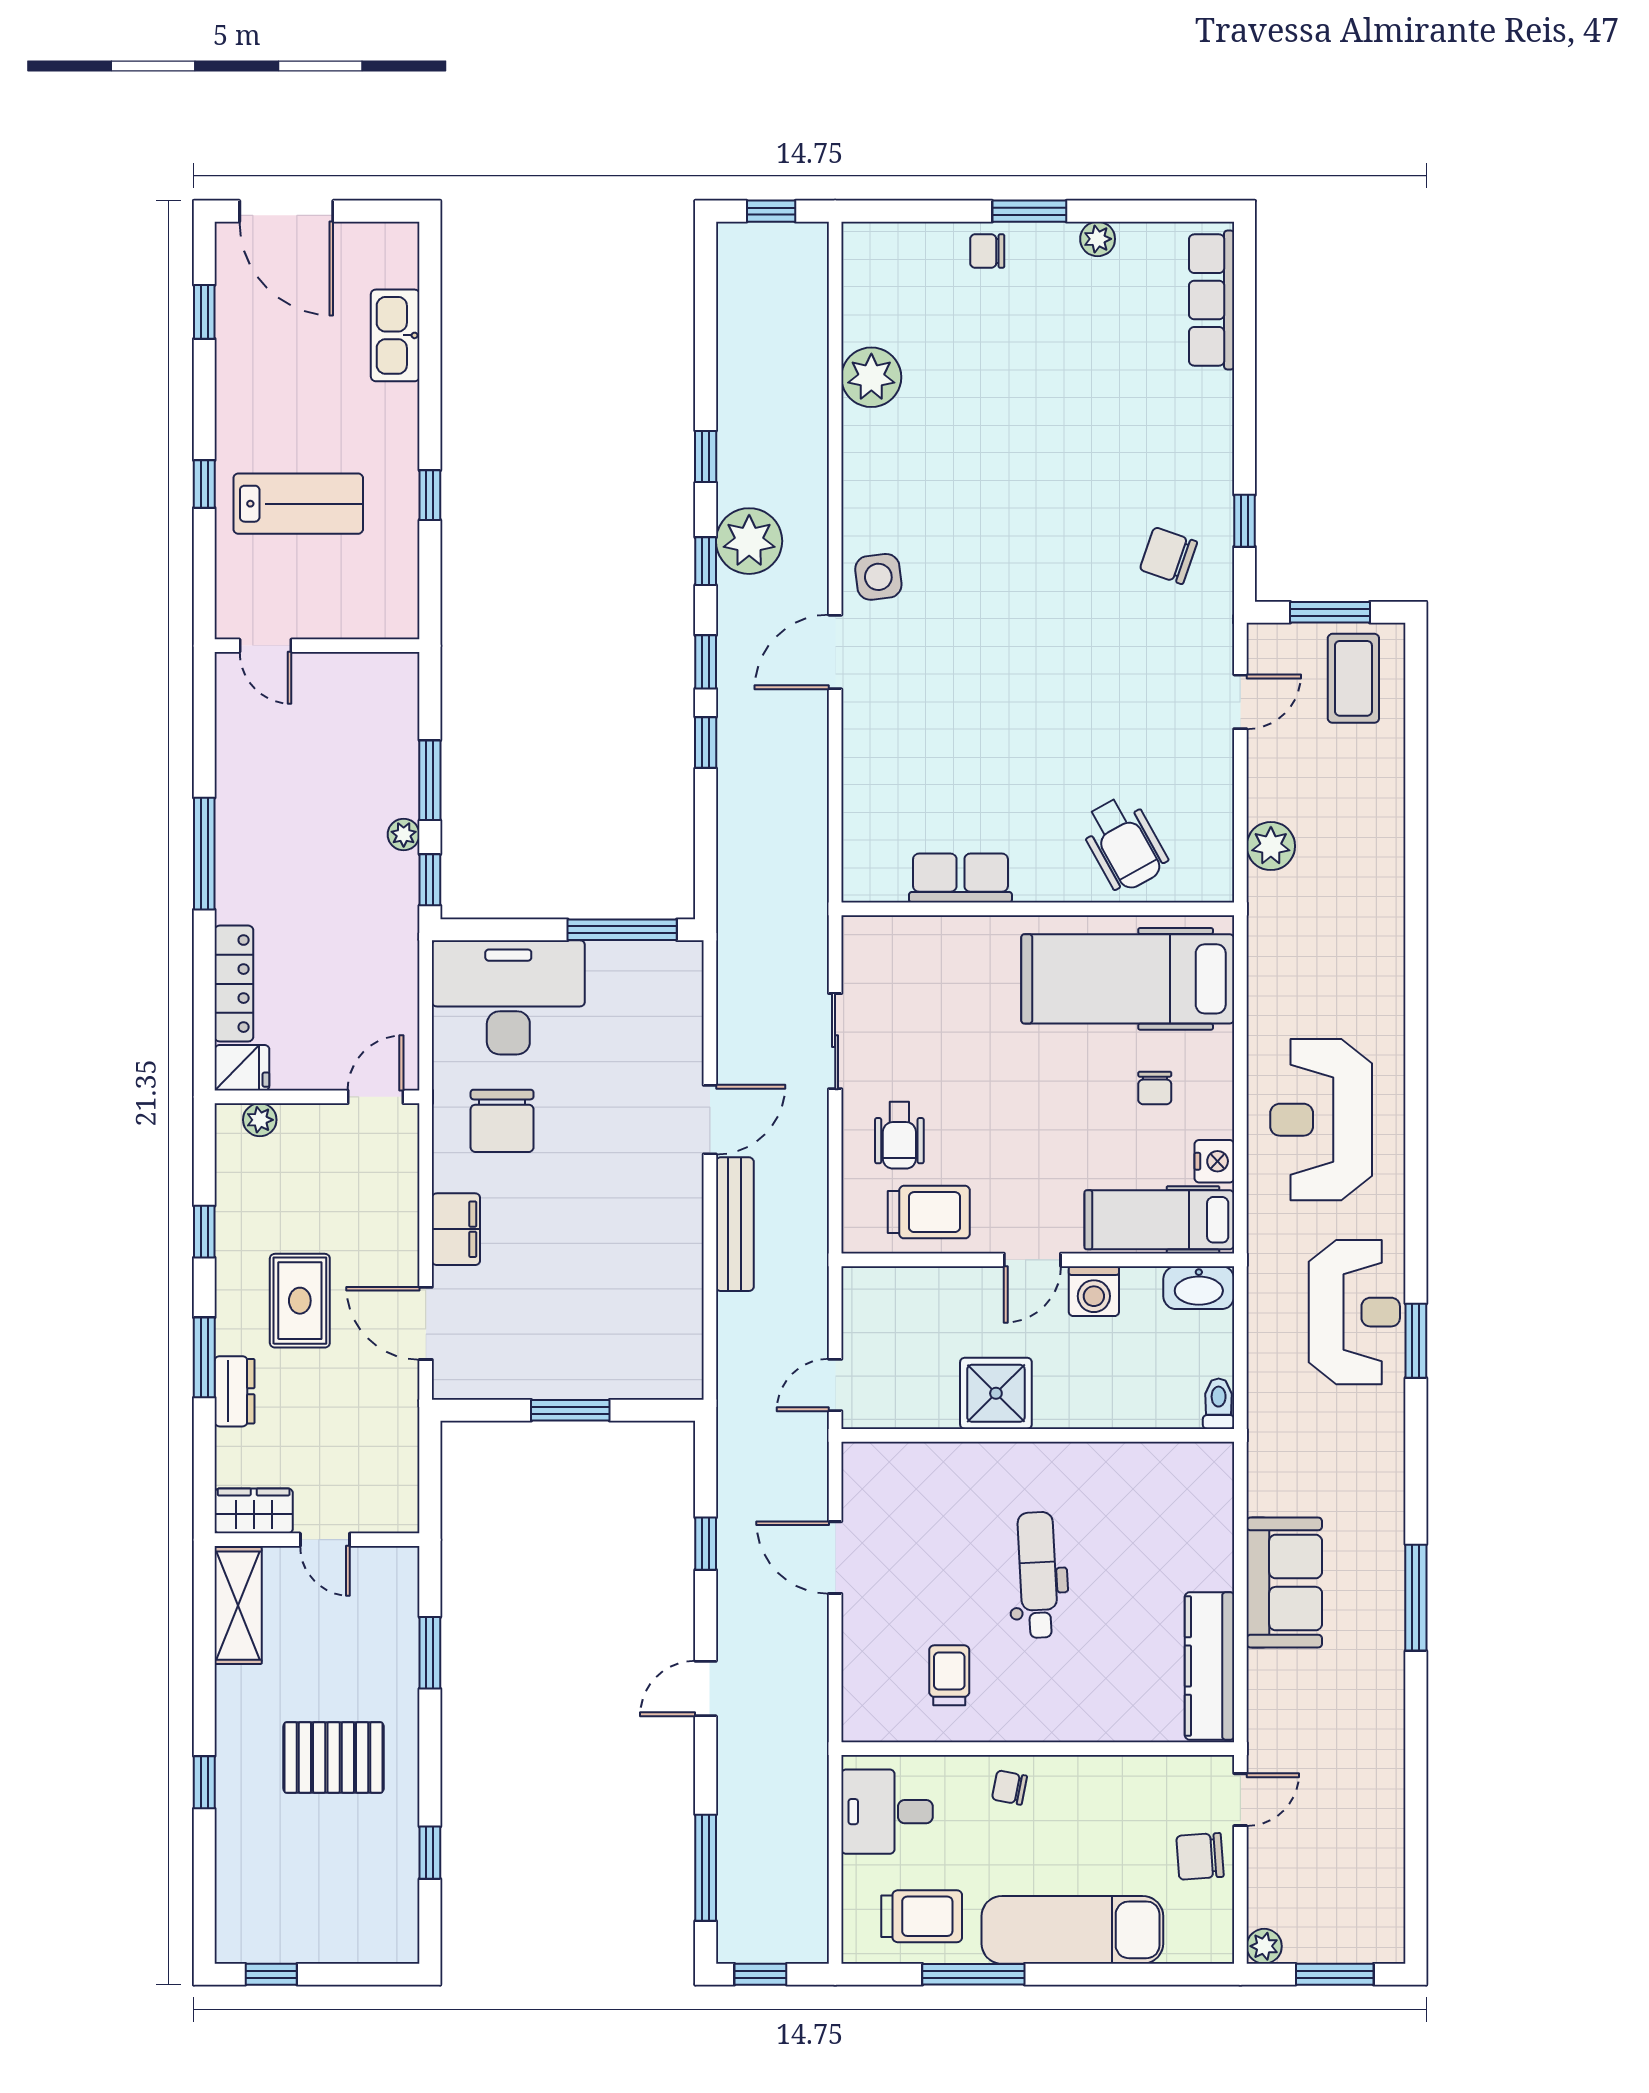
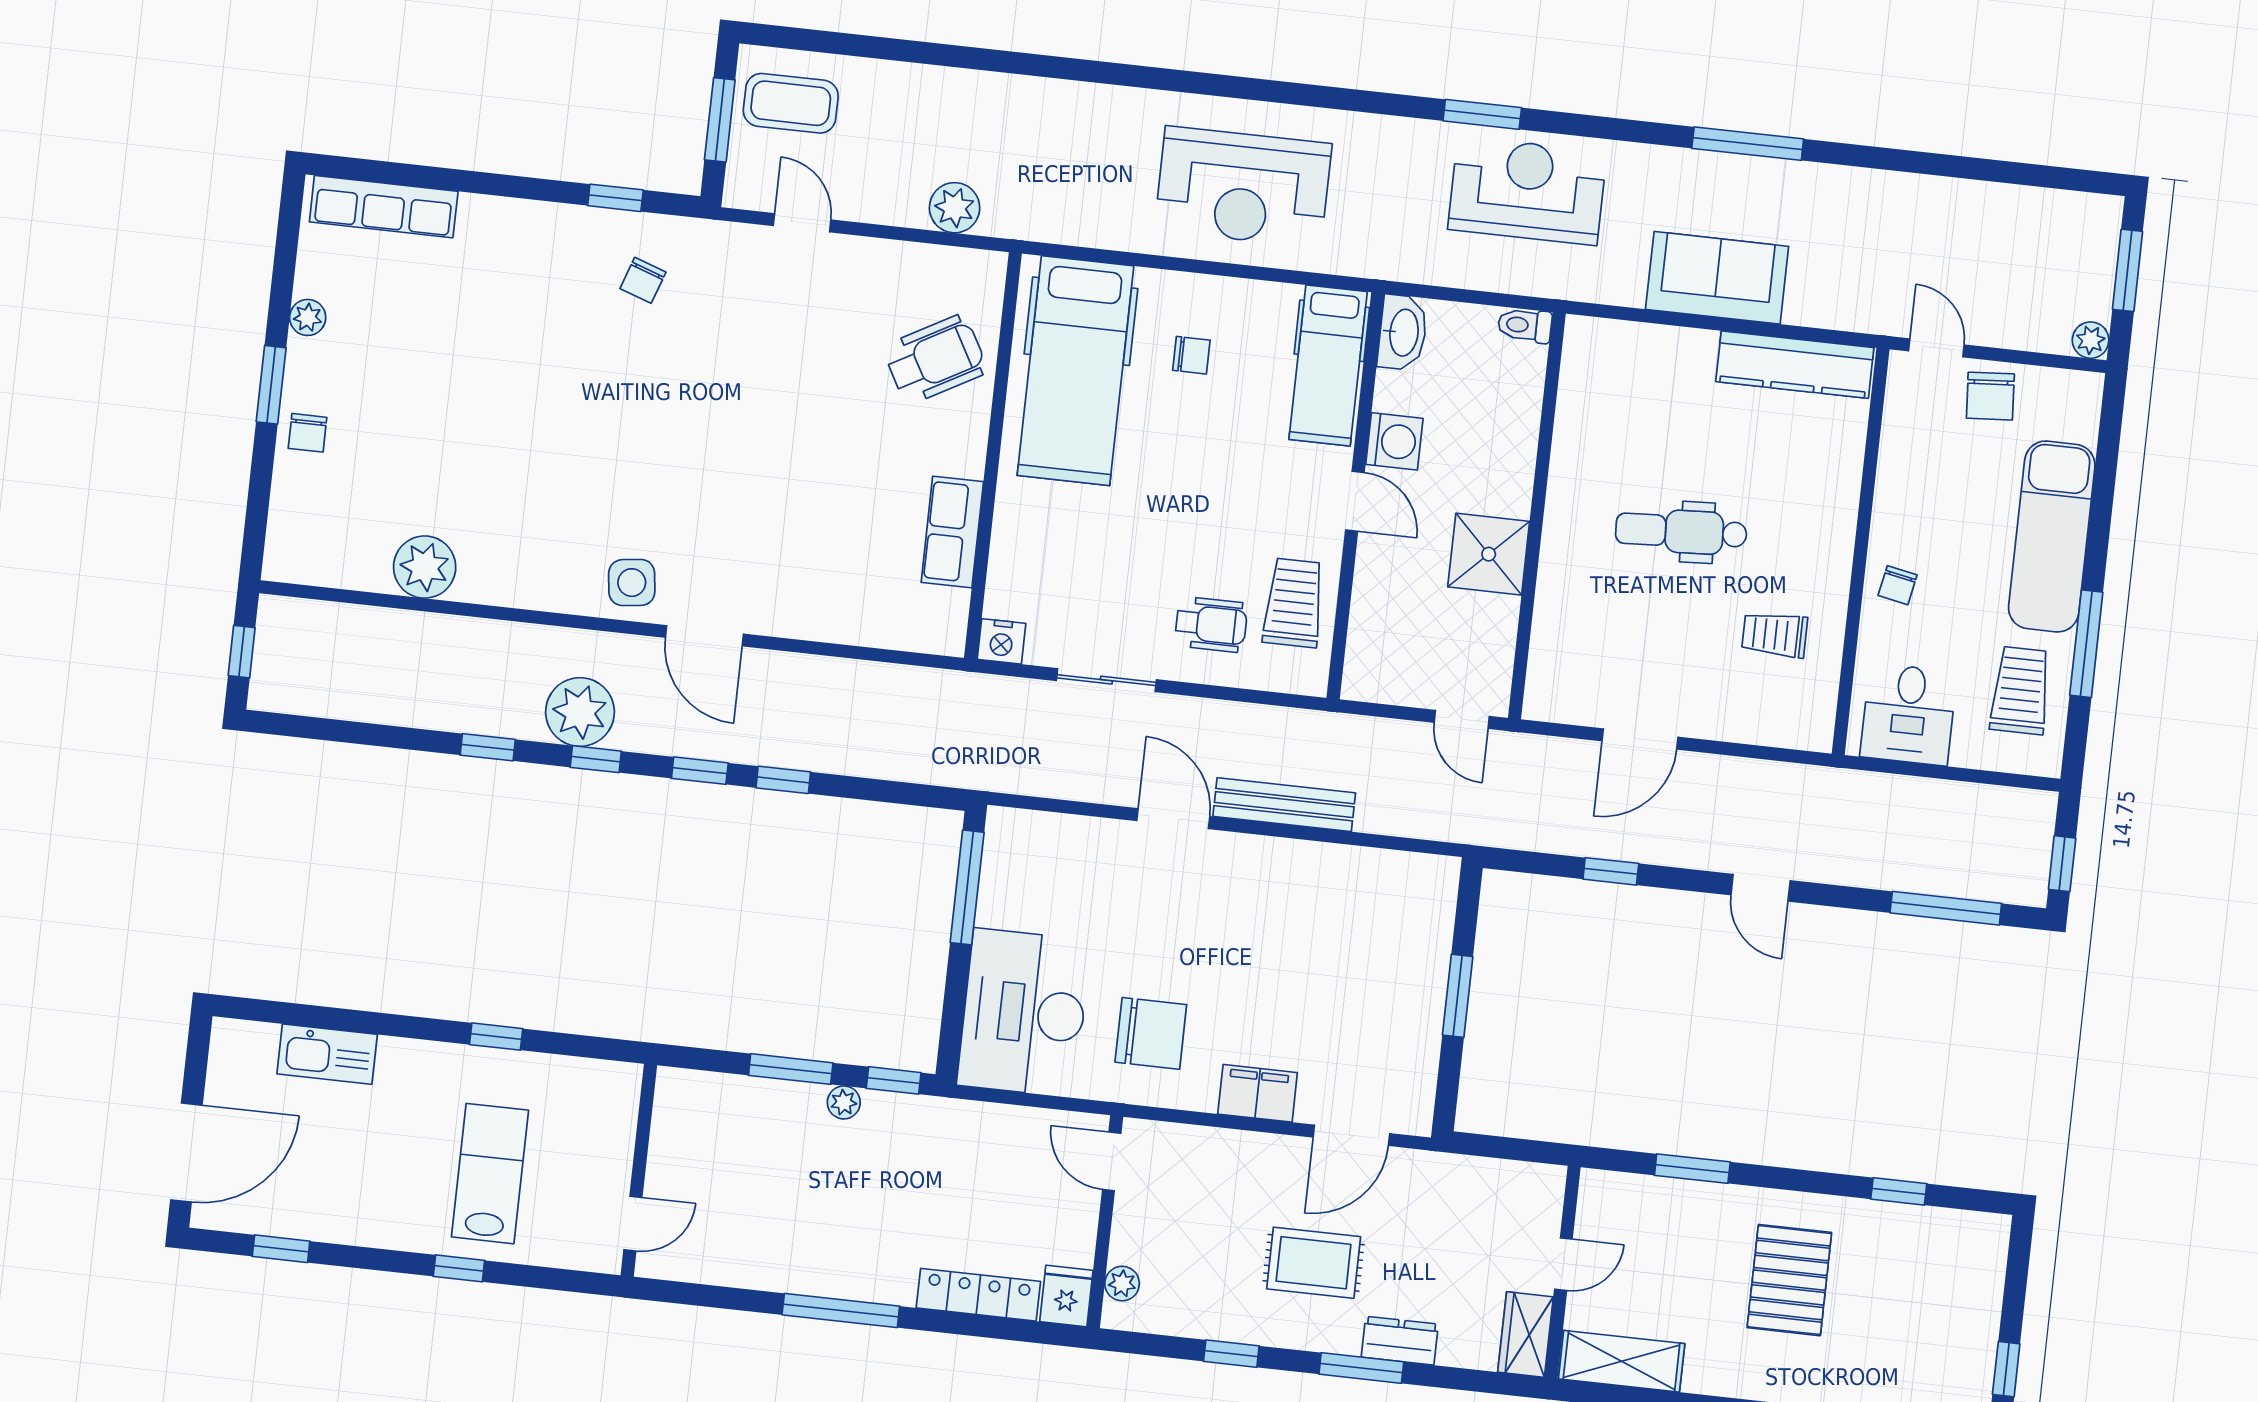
chair: (1168, 556) -> (643, 280), width x0.73, depth x0.73
nightstand: (1214, 1161) -> (1001, 641), moved, turned 180
reception desk: (1354, 1312) -> (1527, 191), moved

